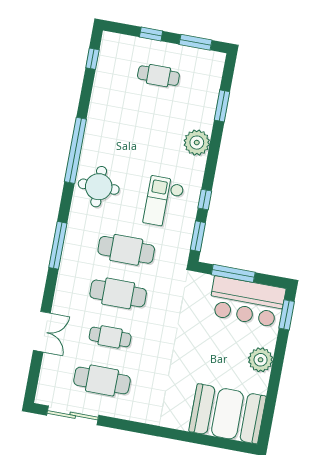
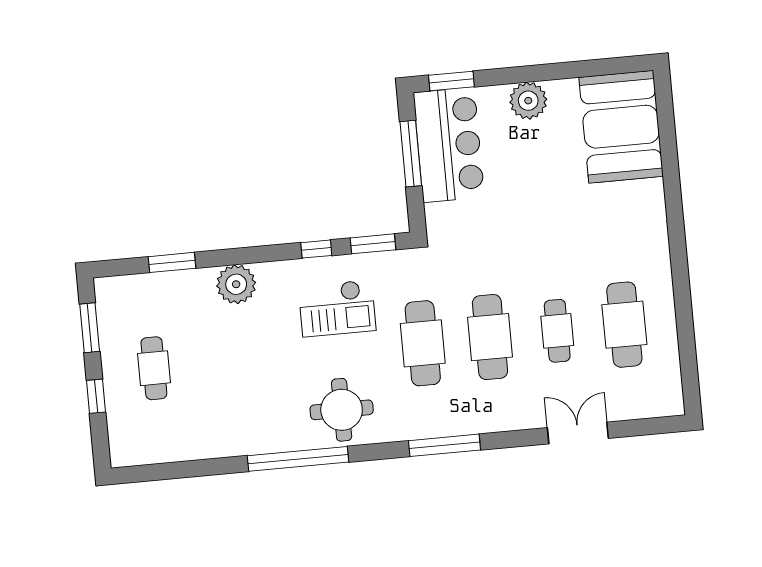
window: (92, 59) -> (157, 472), removed
window: (233, 273) -> (411, 154), moved
sliding door: (73, 415) -> (688, 353), removed

